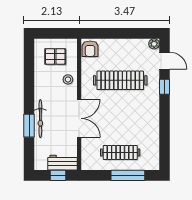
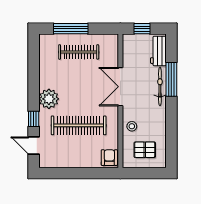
plant: (154, 44) -> (49, 99), moved, width x1.88, depth x1.88
window: (29, 126) -> (171, 79), width x1.44
workbench: (63, 163) -> (158, 51), moved, turned 90

